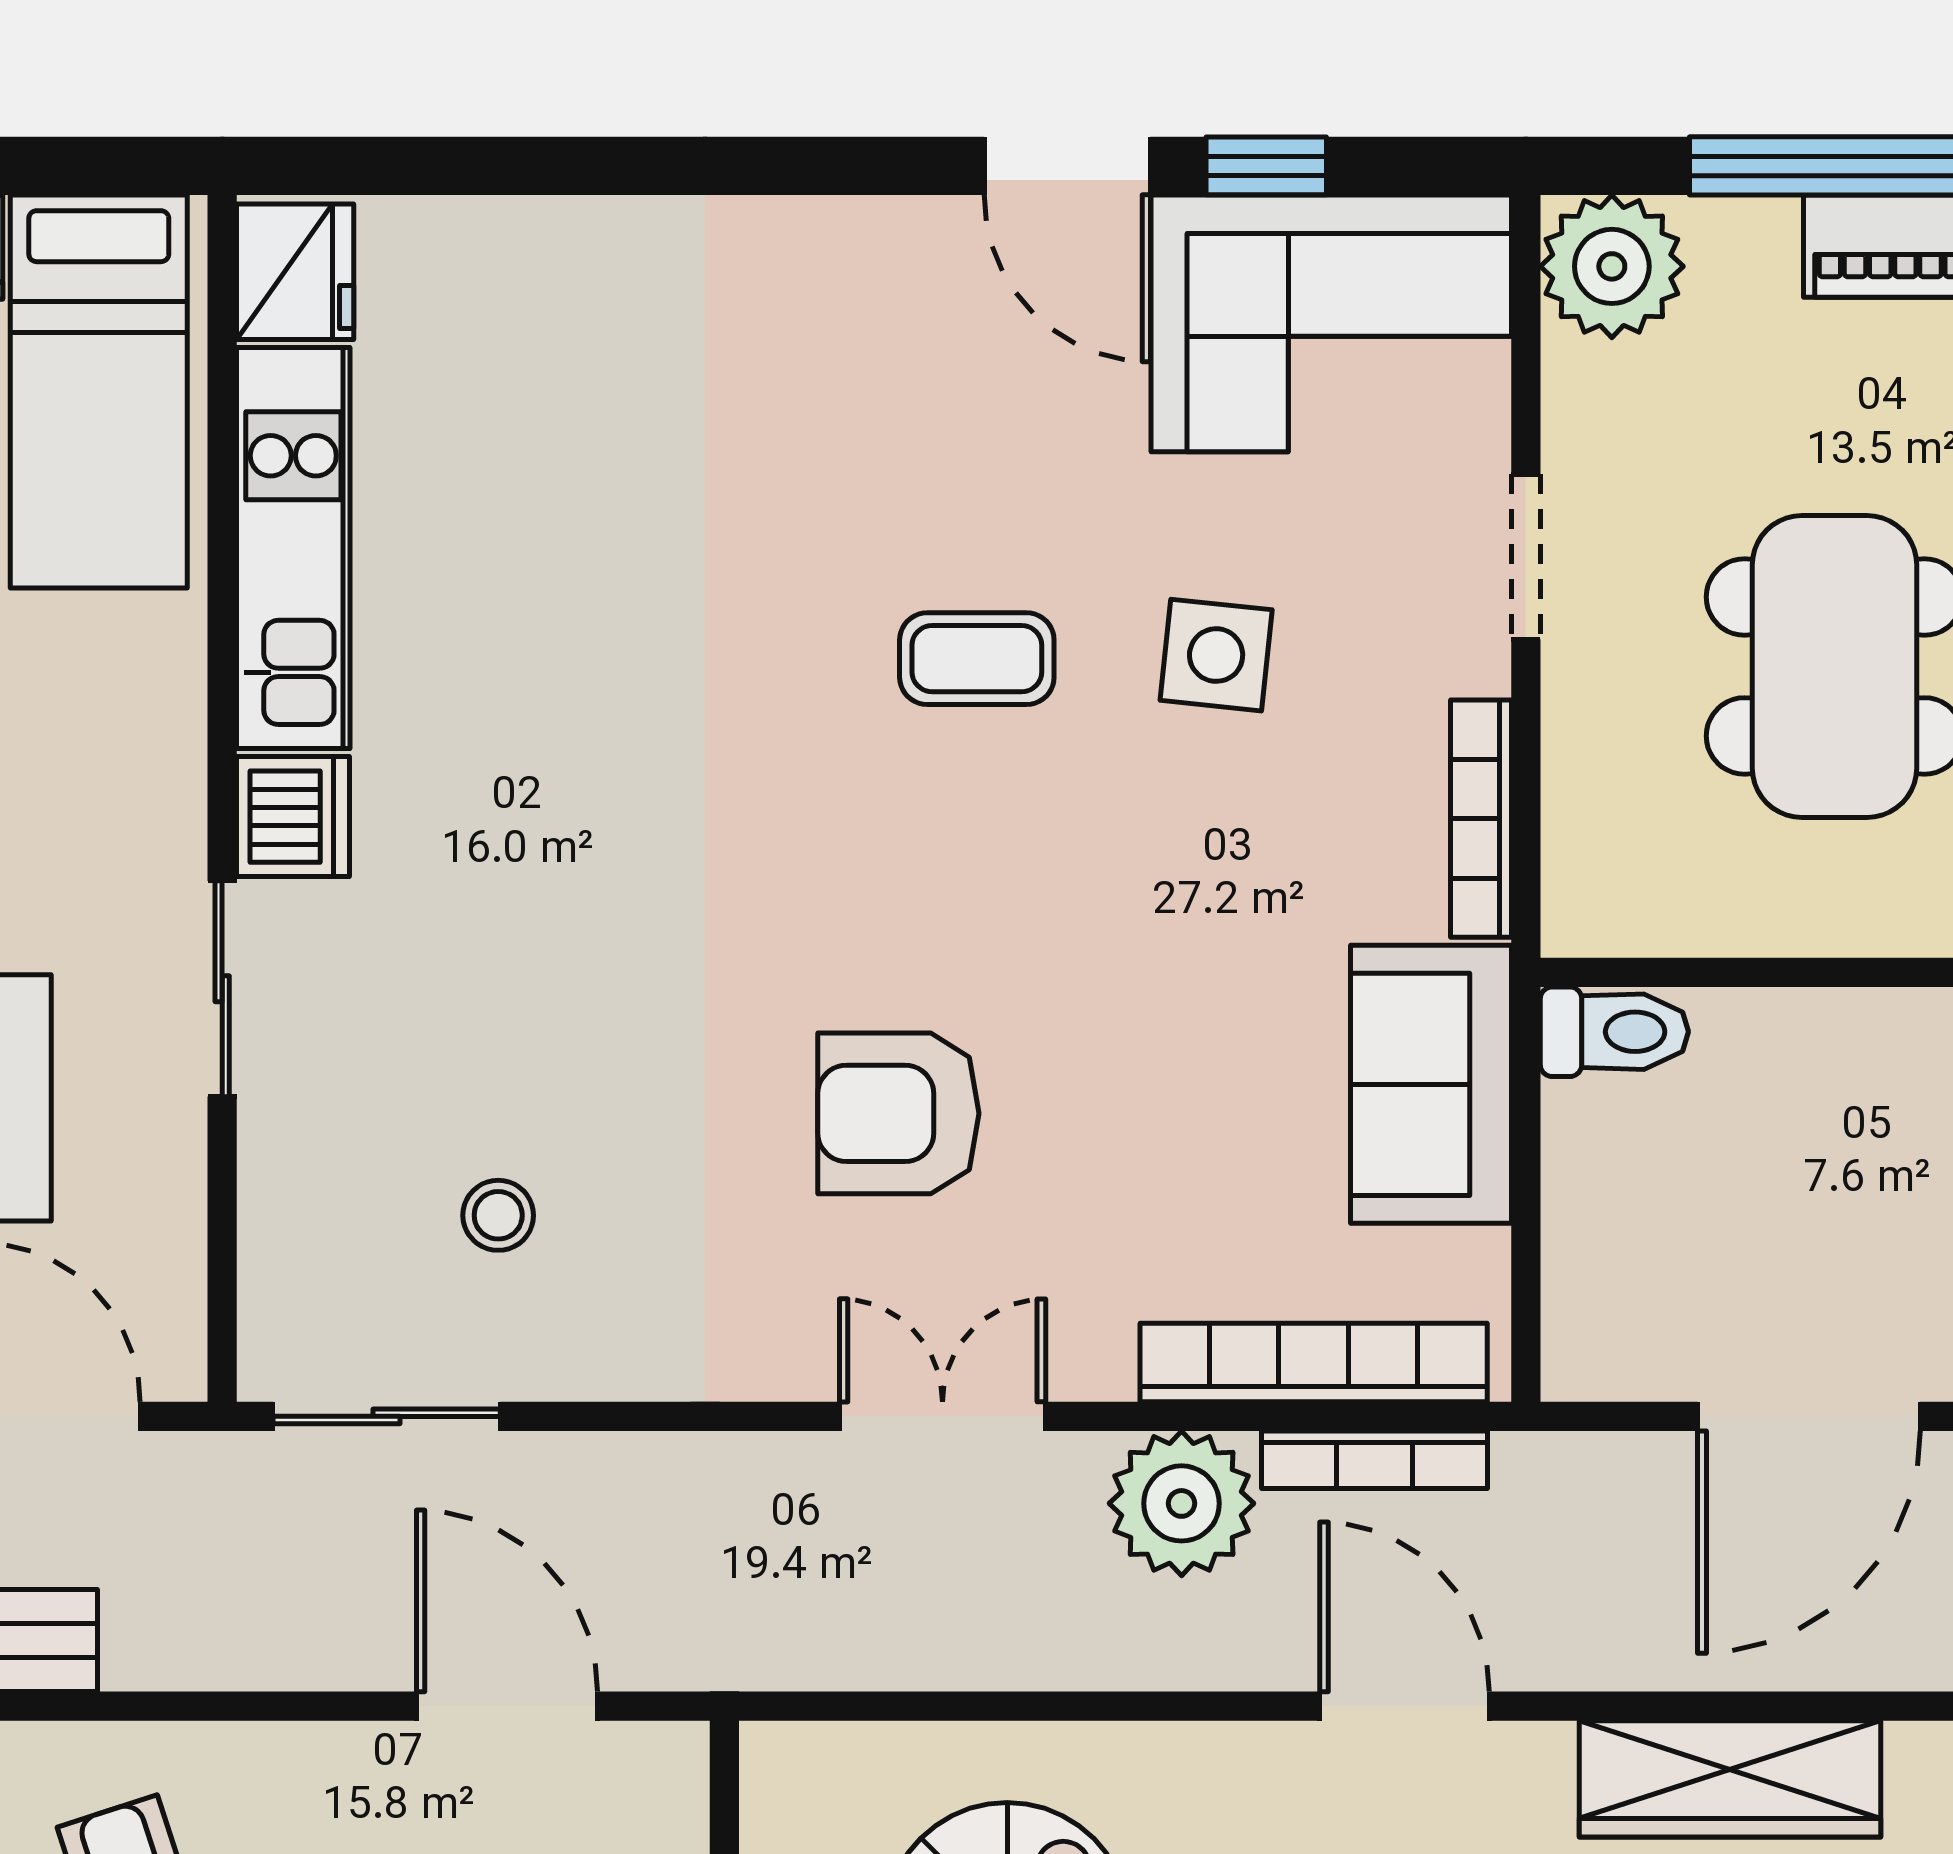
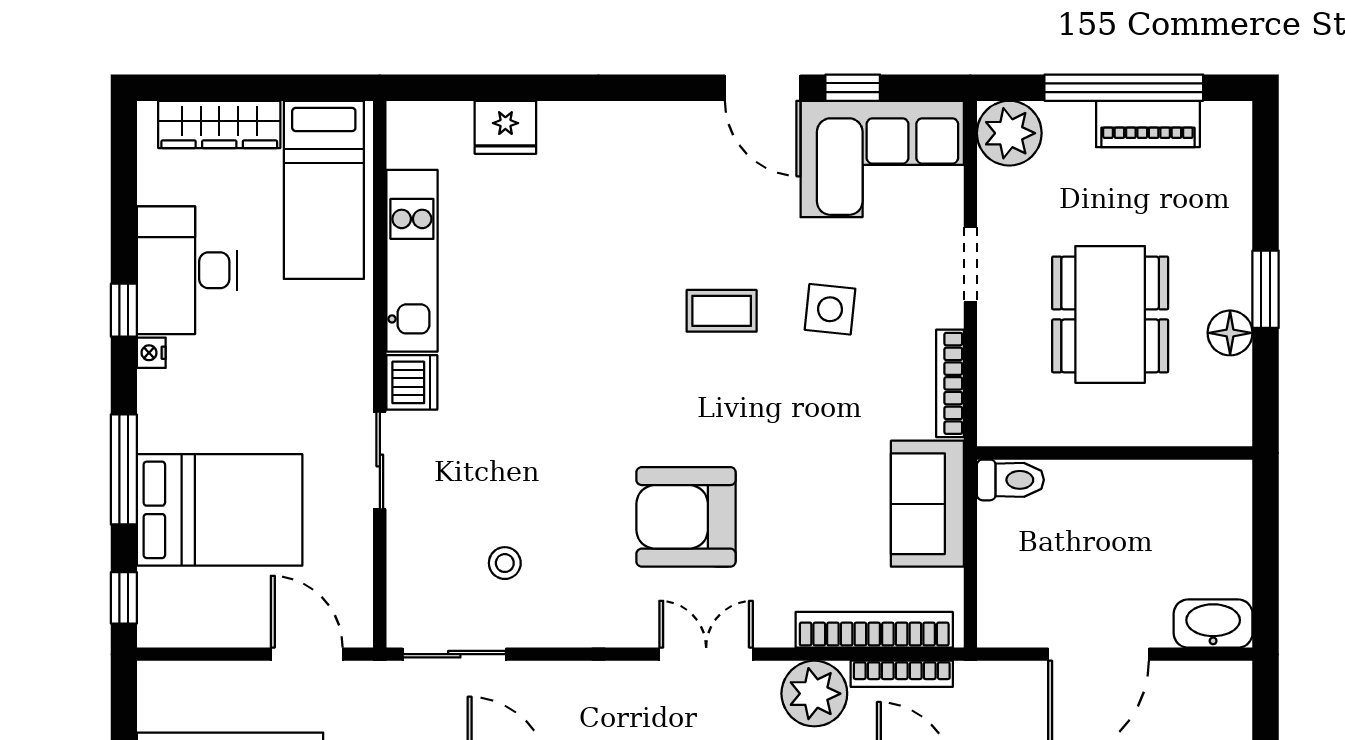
fridge: (295, 272) -> (505, 127), moved, turned 90
armchair: (898, 1113) -> (686, 517), width x1.36, depth x1.36

